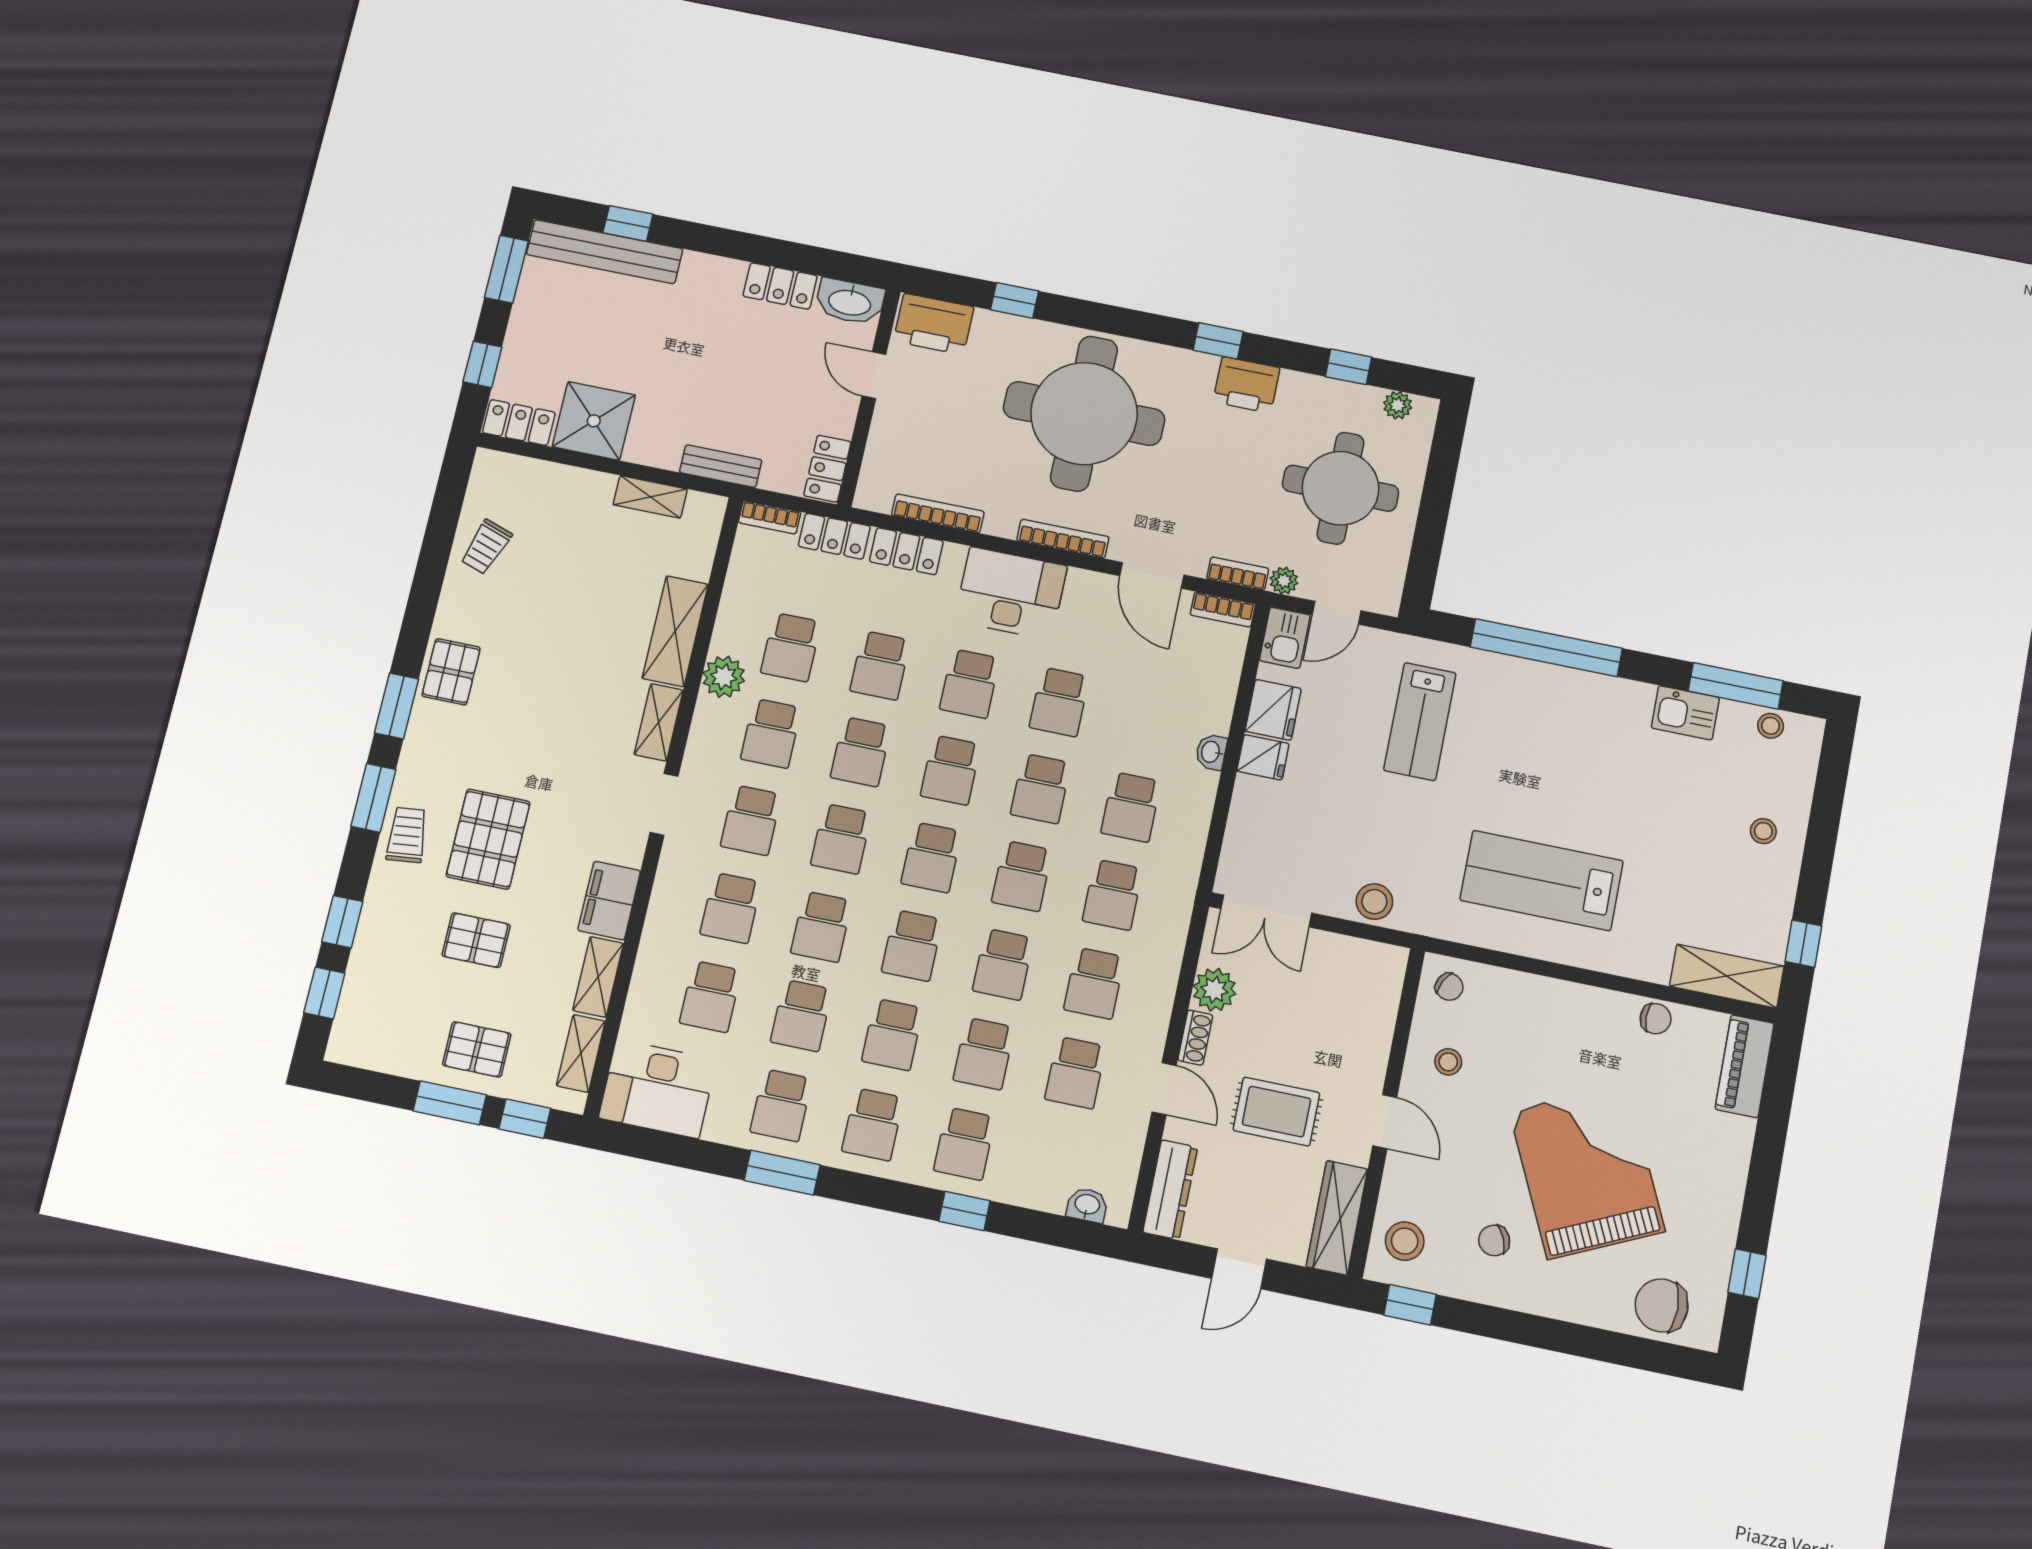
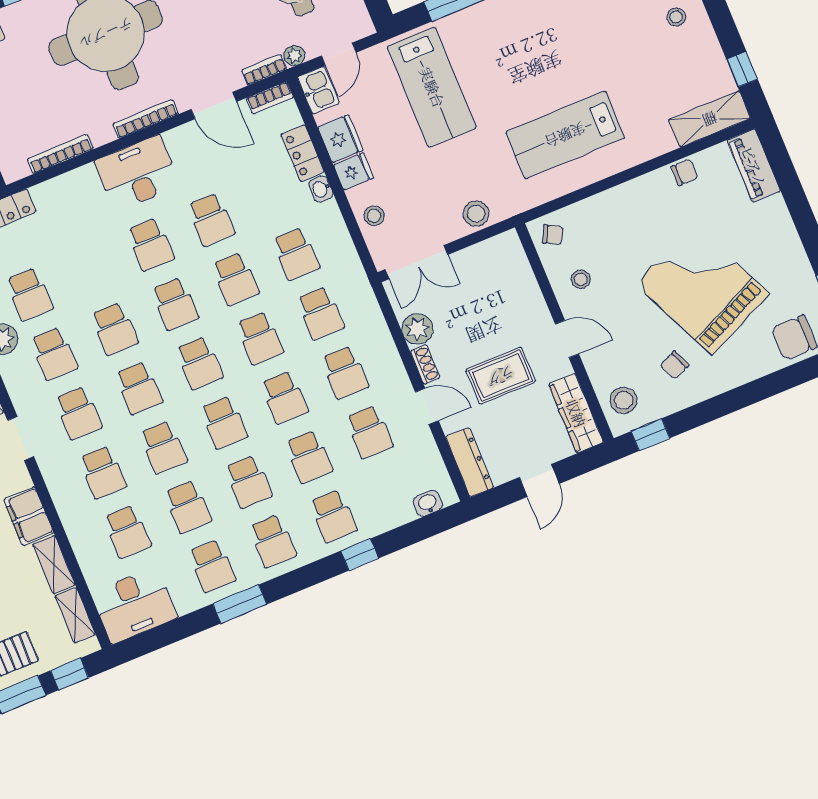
locker: (906, 551) -> (303, 153), moved, turned 90
school desk: (880, 665) -> (90, 269), removed
lab bench: (1420, 722) -> (432, 87), width x1.36, depth x1.39
stool: (1252, 824) -> (374, 216), added

